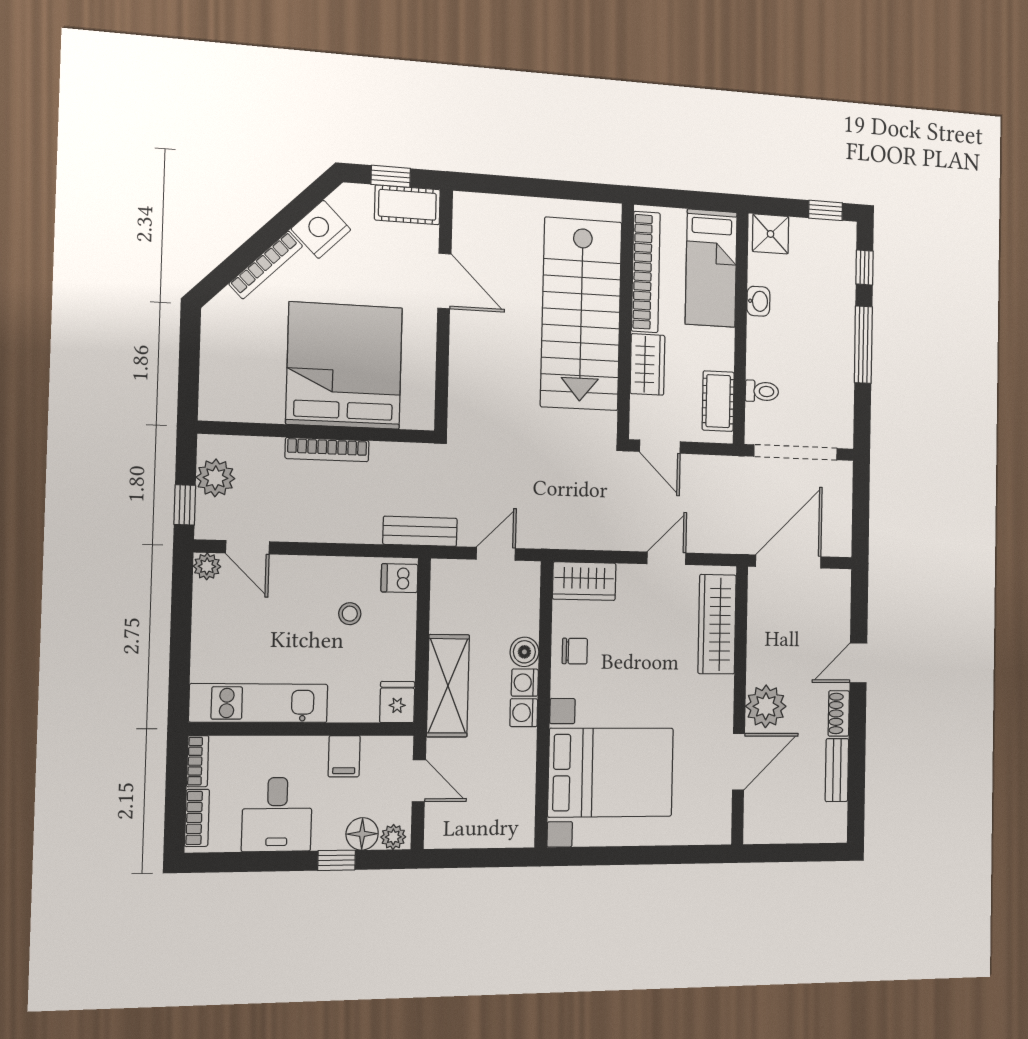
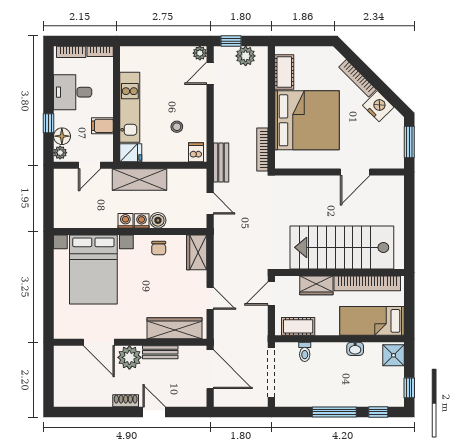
window: (391, 176) -> (409, 142), width x1.50
cot: (407, 205) -> (284, 72), moved
bookcase: (327, 450) -> (262, 149), moved
kitchen unit: (259, 703) -> (130, 107), moved
bench: (837, 770) -> (160, 352), moved

